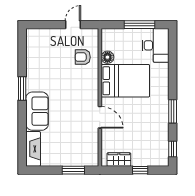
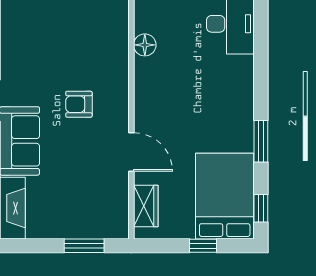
armchair: (83, 57) -> (79, 104), moved
bed: (125, 81) -> (225, 196), moved, turned -90
wardrobe: (119, 160) -> (146, 206), moved, turned 90

